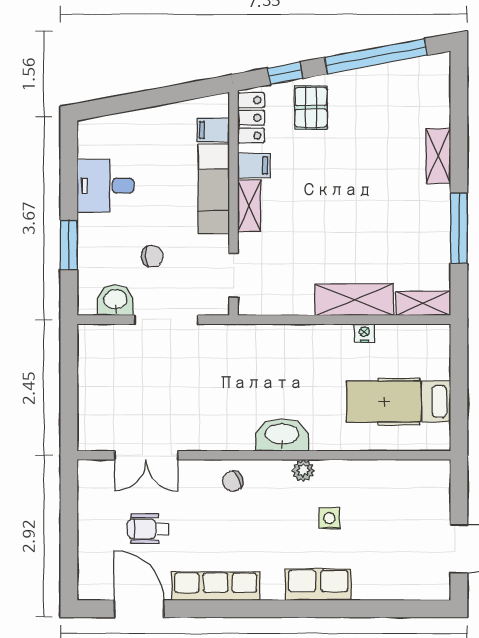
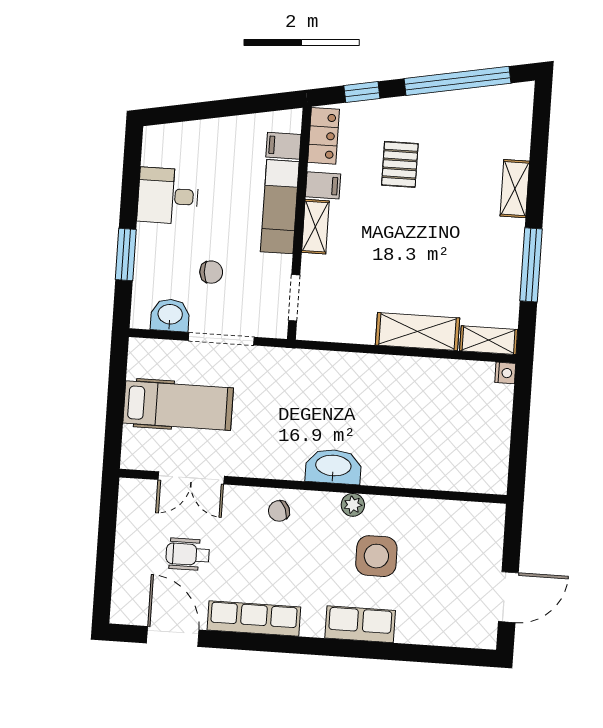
pallet: (311, 107) -> (400, 164), moved
nightstand: (364, 333) -> (505, 373), moved, turned 90
hospital bed: (399, 401) -> (178, 406), moved, turned 180
side table: (329, 518) -> (376, 556), width x1.87, depth x1.87

